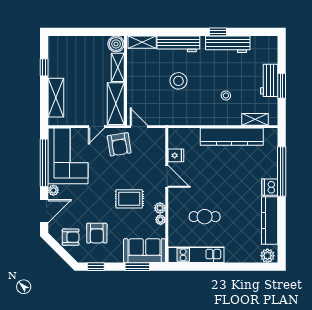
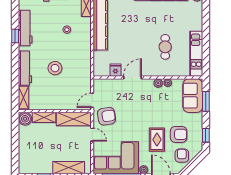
rug: (129, 199) -> (157, 140), moved

